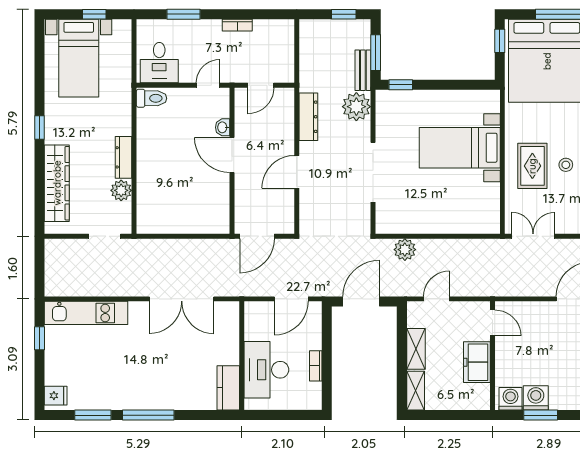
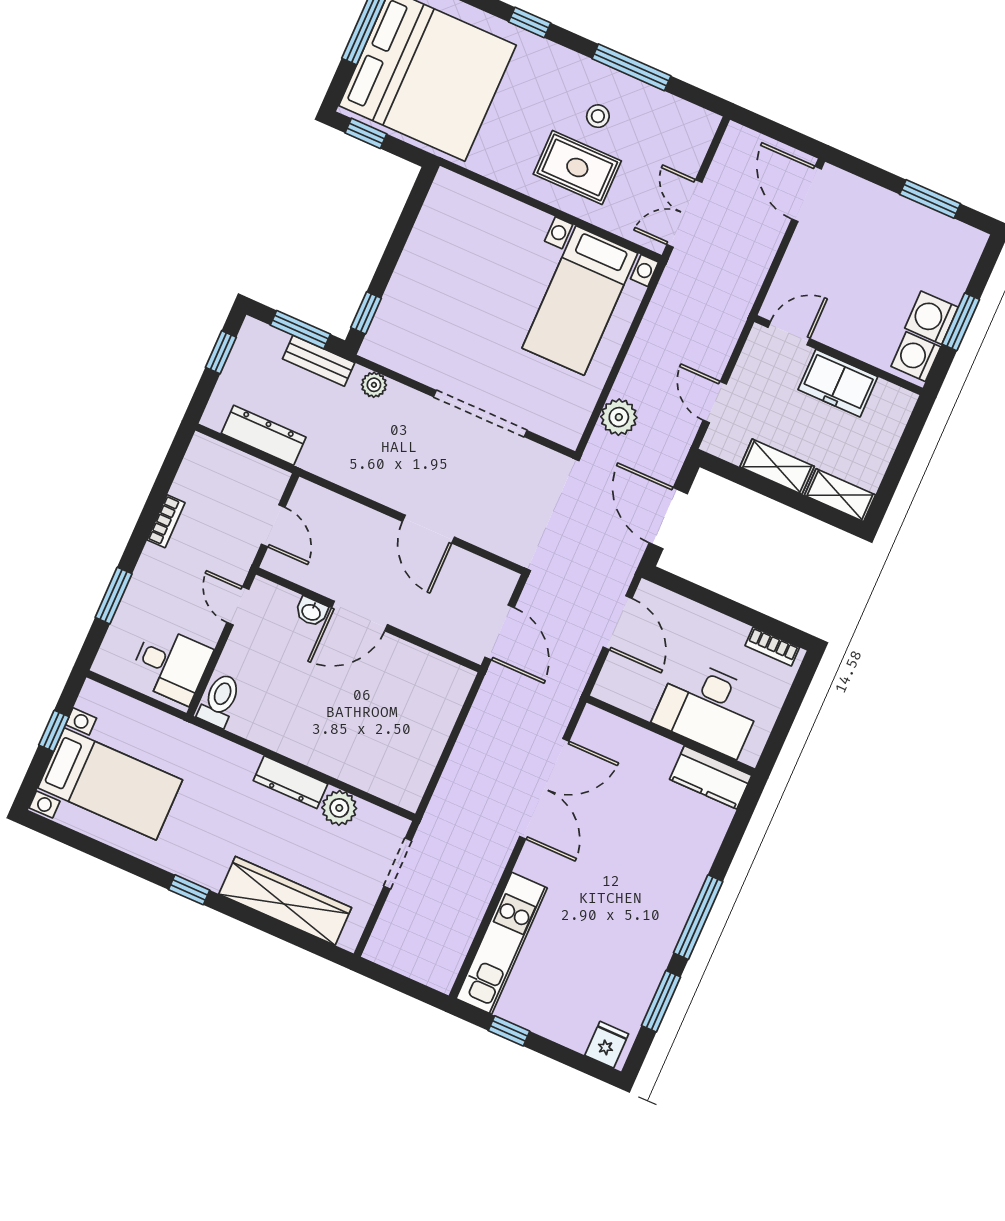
plant: (356, 107) -> (374, 385), width x0.53, depth x0.53
dresser: (308, 117) -> (264, 435), moved
bed with nightstands: (460, 148) -> (580, 301), moved
bookcase: (316, 366) -> (772, 646), moved

